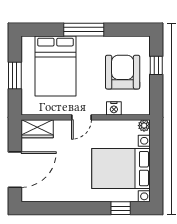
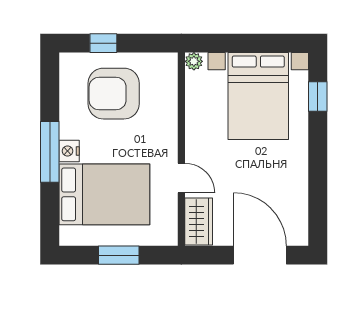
nightstand: (114, 108) -> (69, 151), moved, turned 180
door: (81, 117) -> (181, 178), moved

